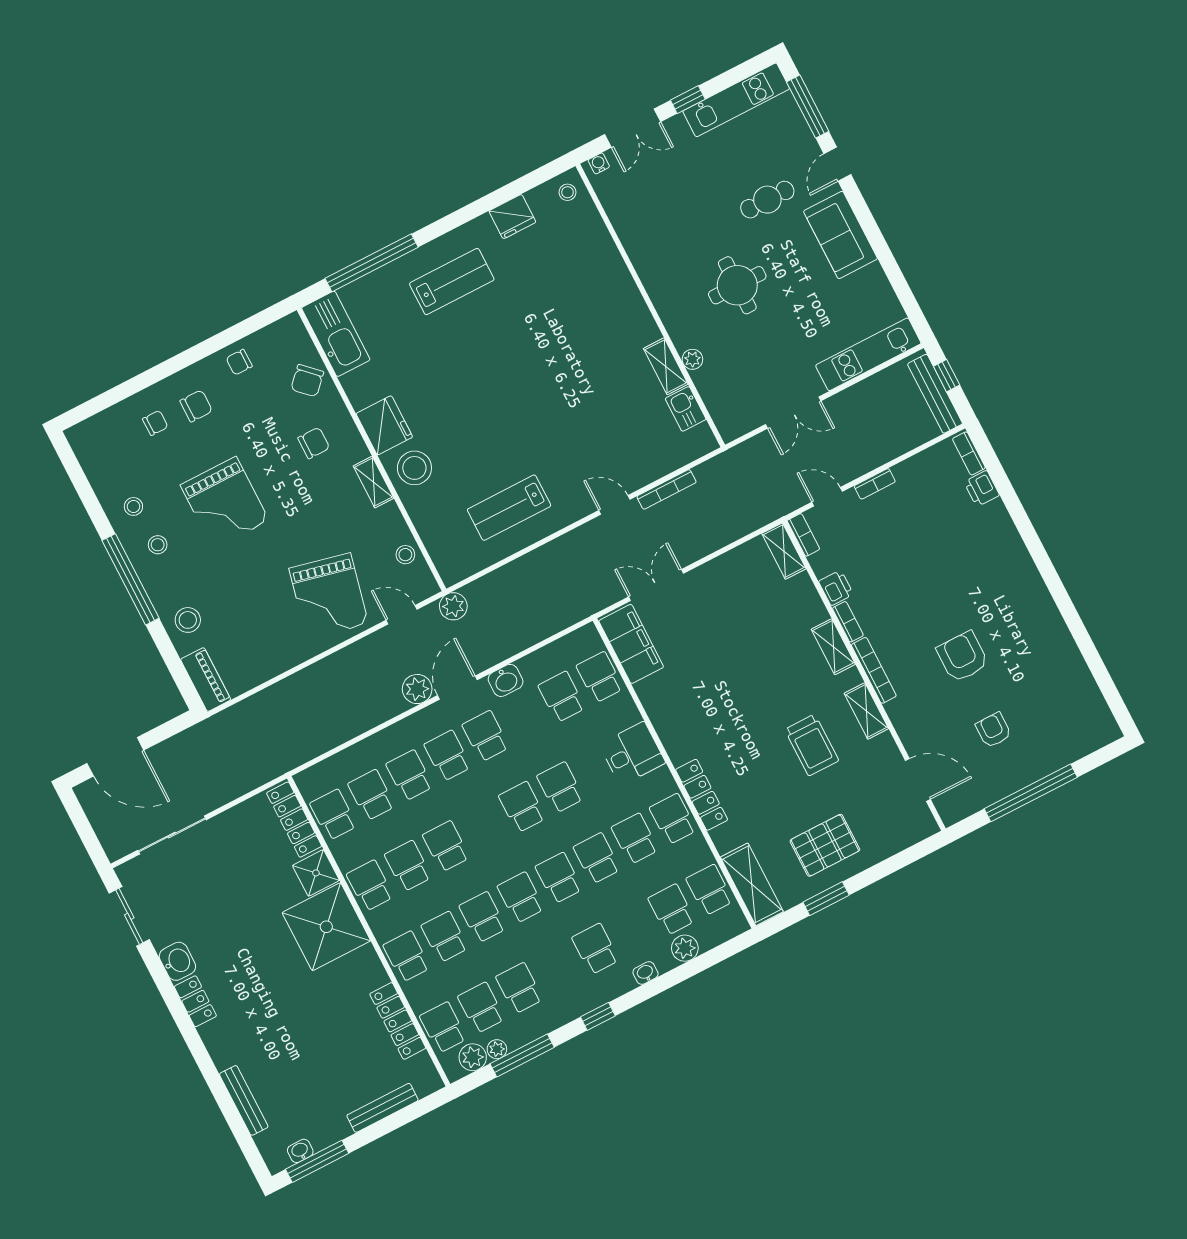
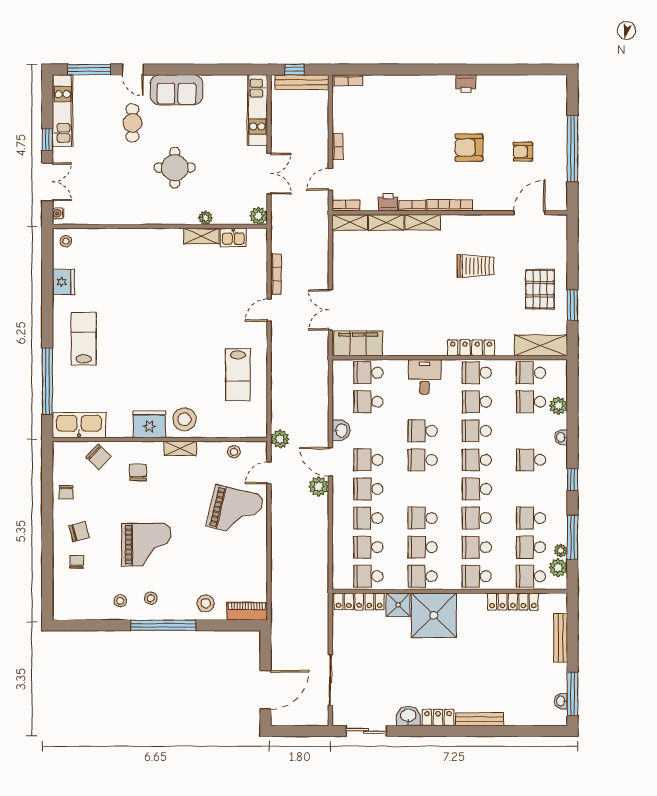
chair: (196, 406) -> (79, 532), turned 75
plant: (731, 427) -> (258, 216), added
printer: (982, 489) -> (466, 83), moved
shelving: (866, 711) -> (386, 222), moved
bench: (244, 1100) -> (480, 719), moved

